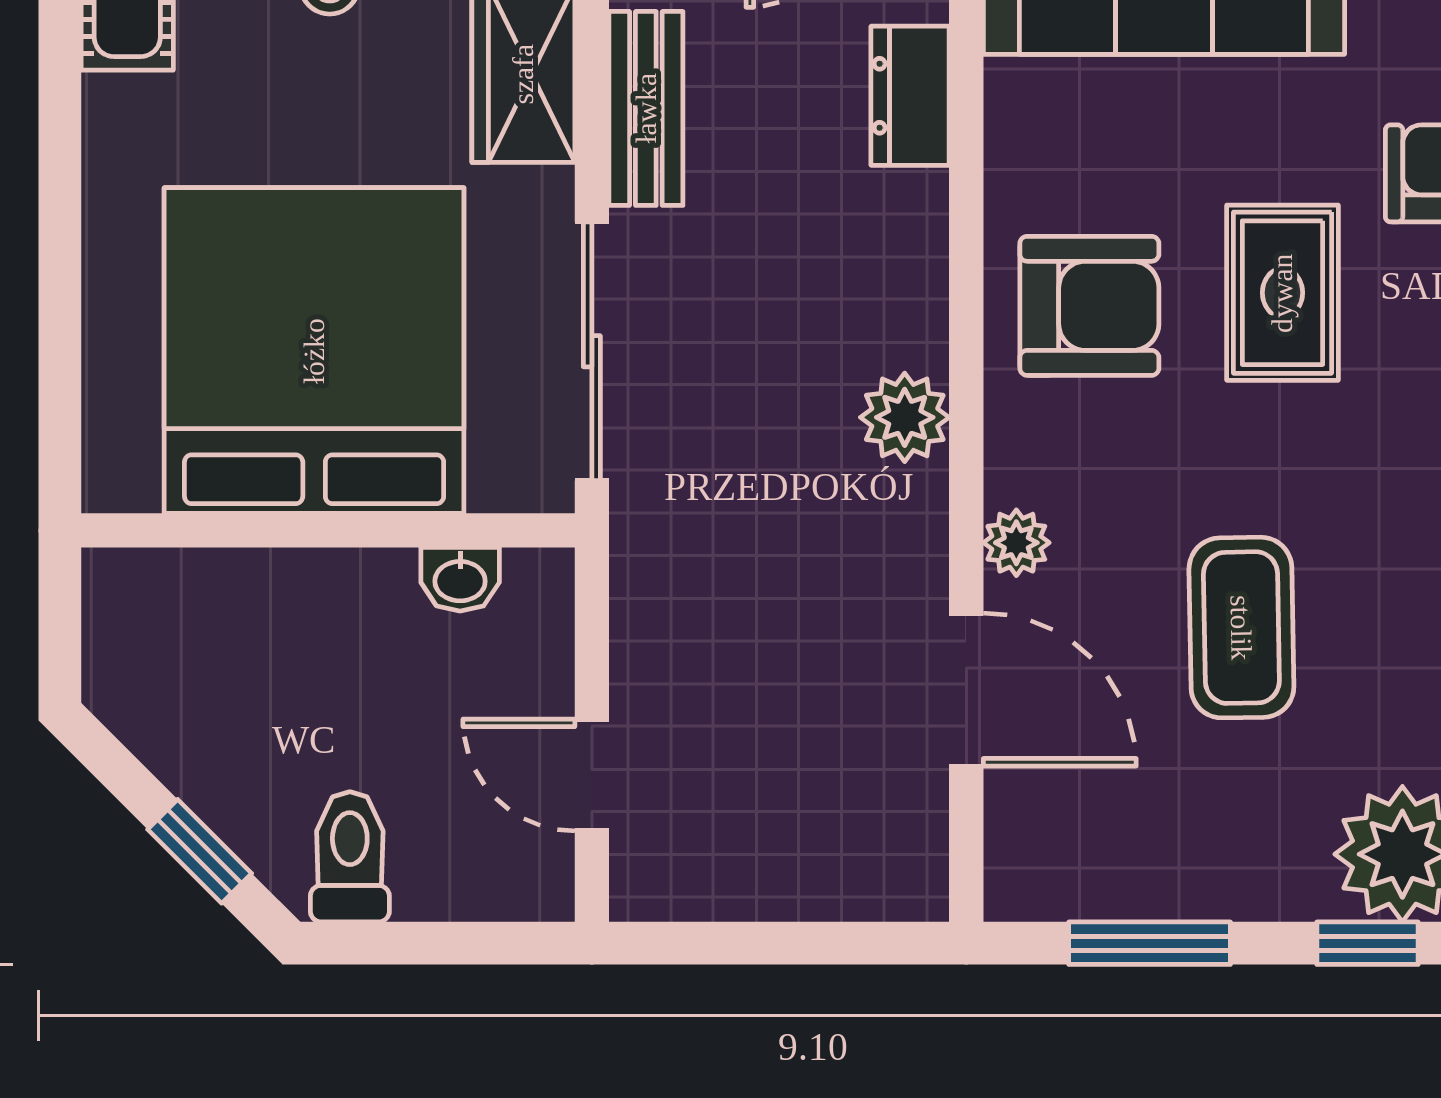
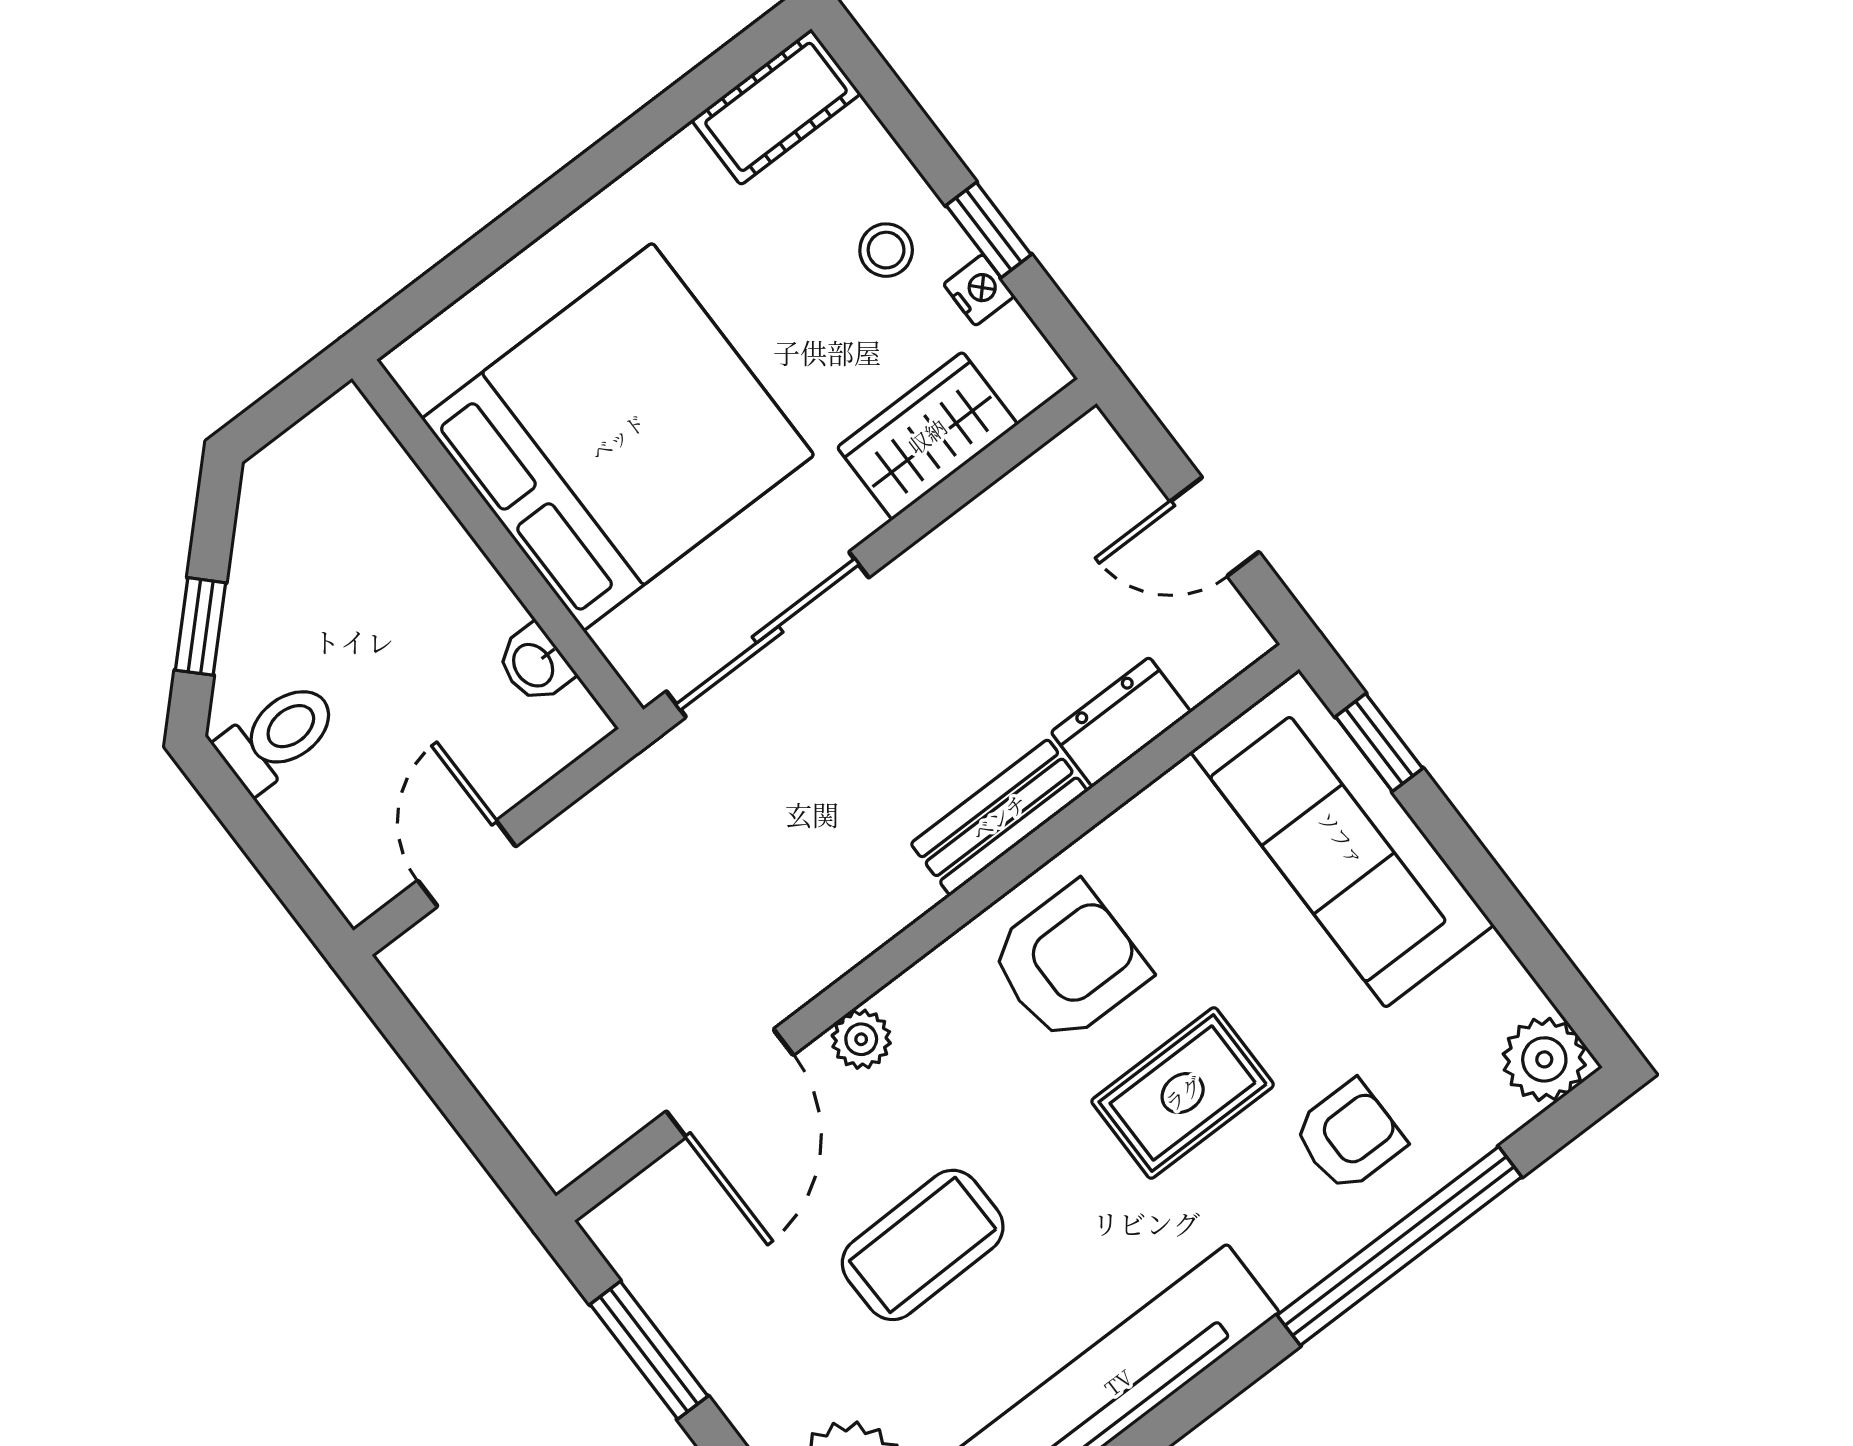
bench: (646, 108) -> (999, 817), moved
armchair: (1089, 306) -> (1069, 963), turned -90
plant: (905, 417) -> (890, 892), removed

